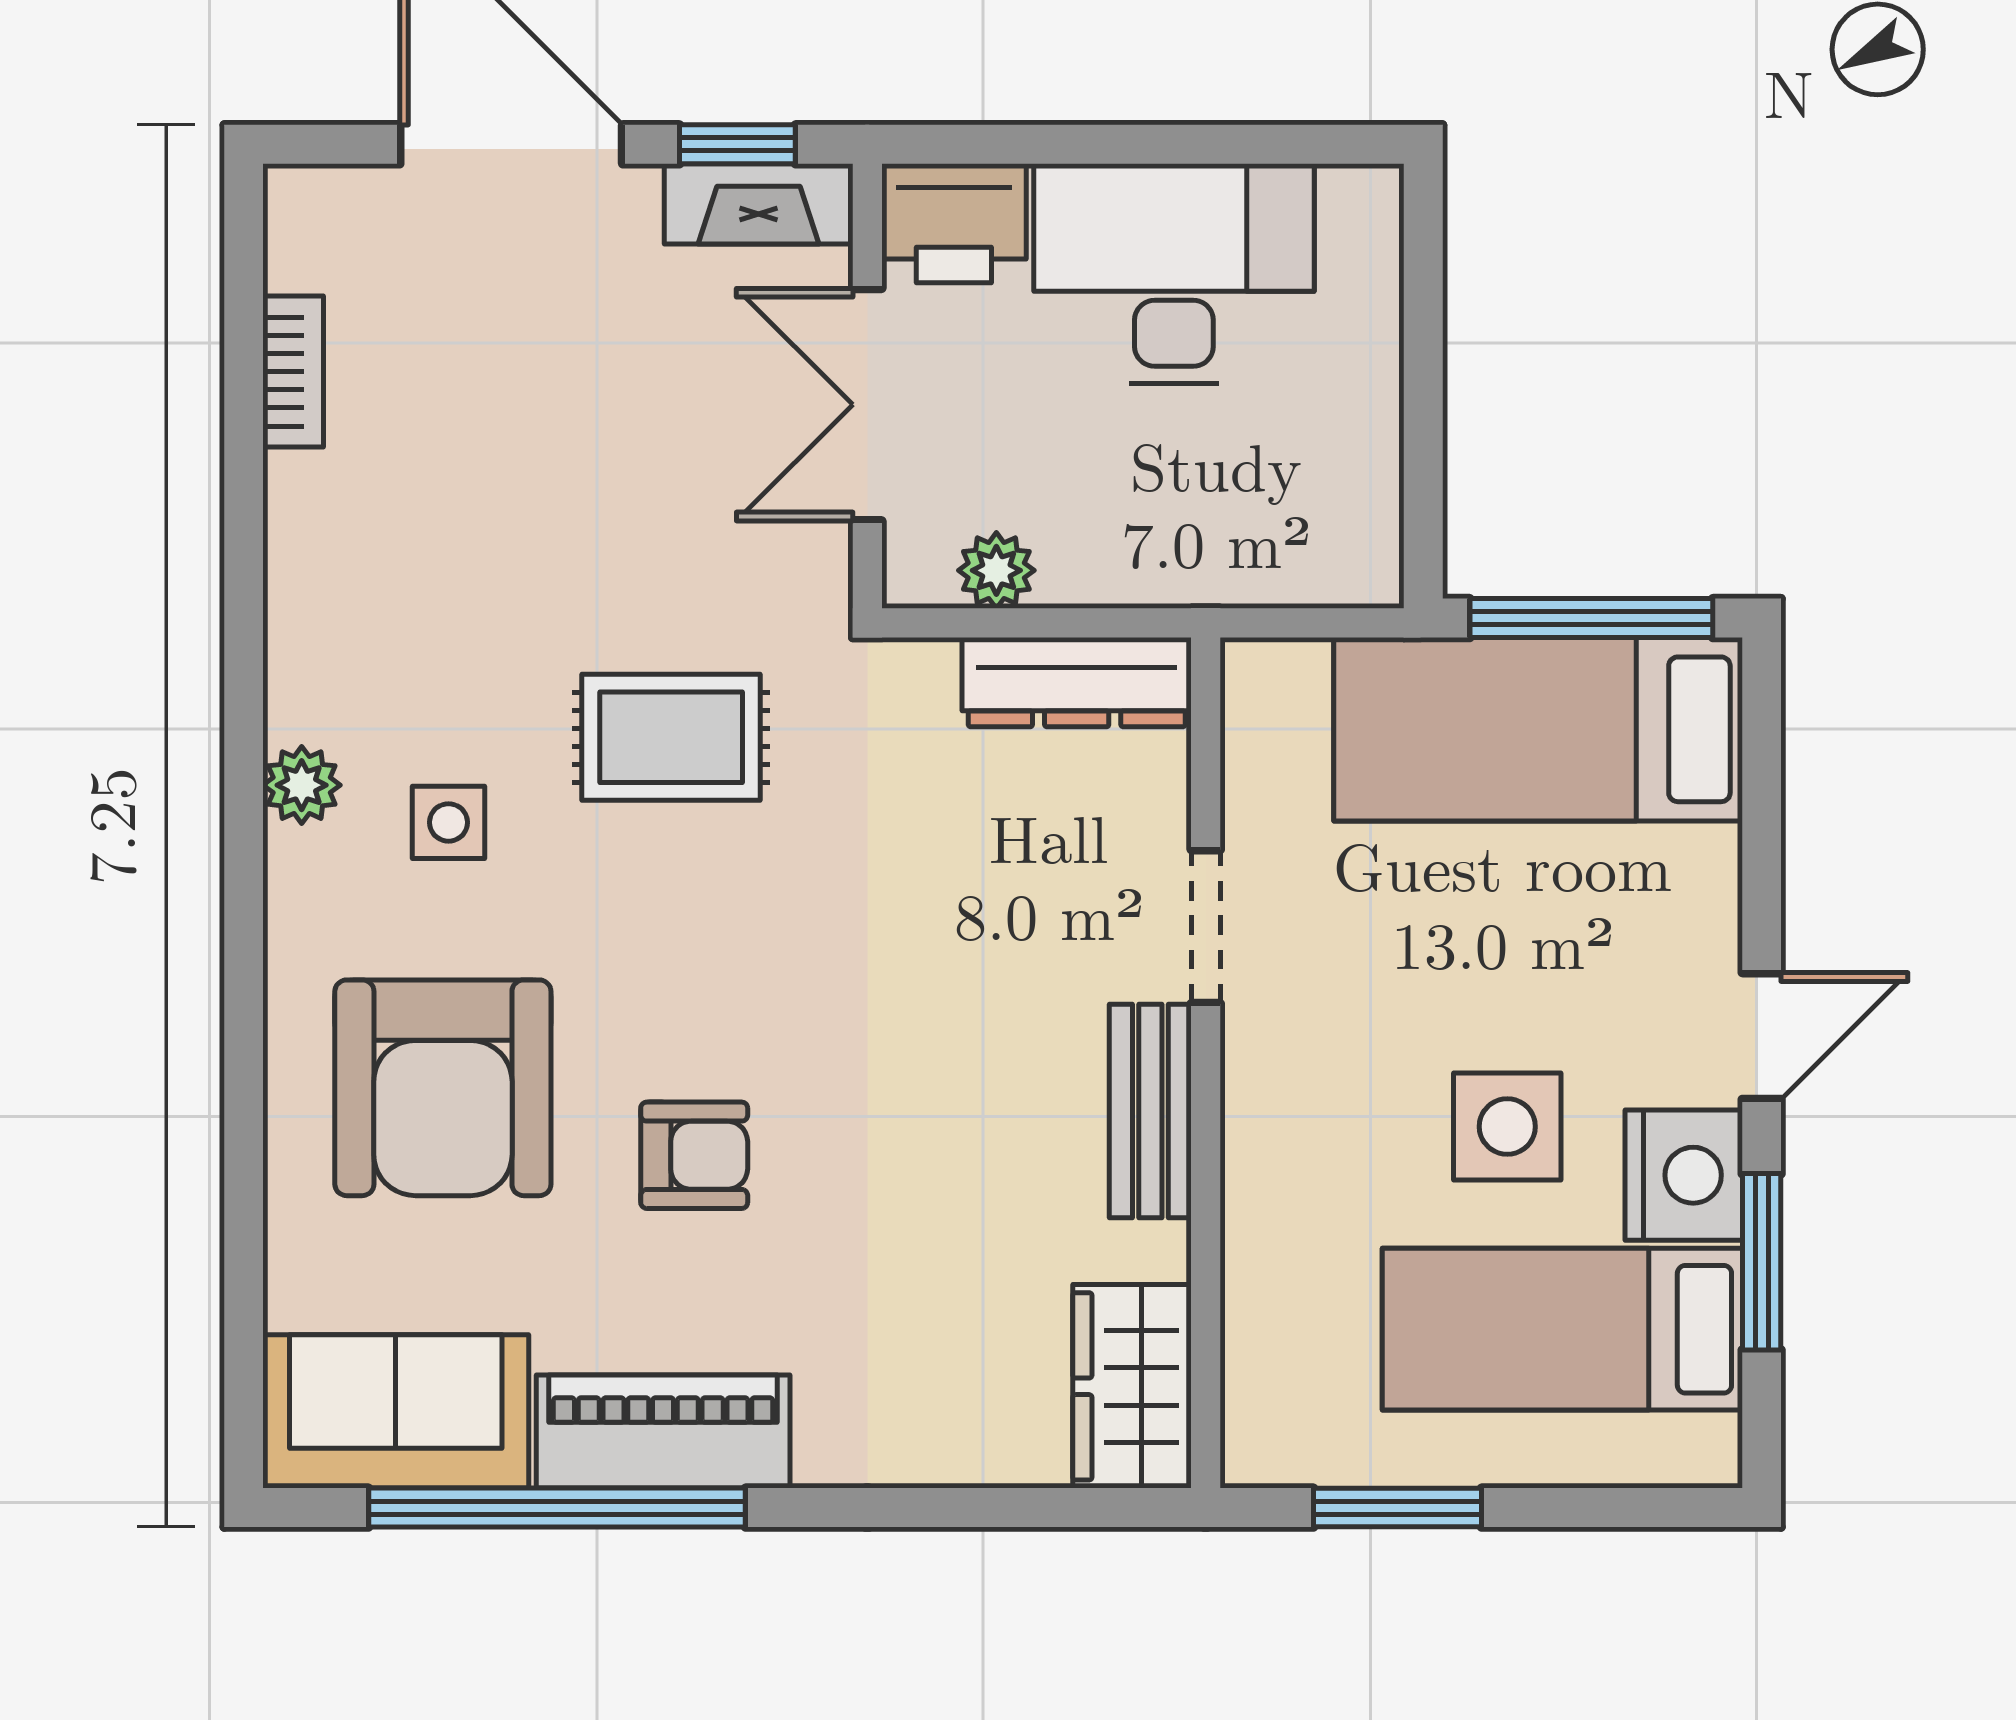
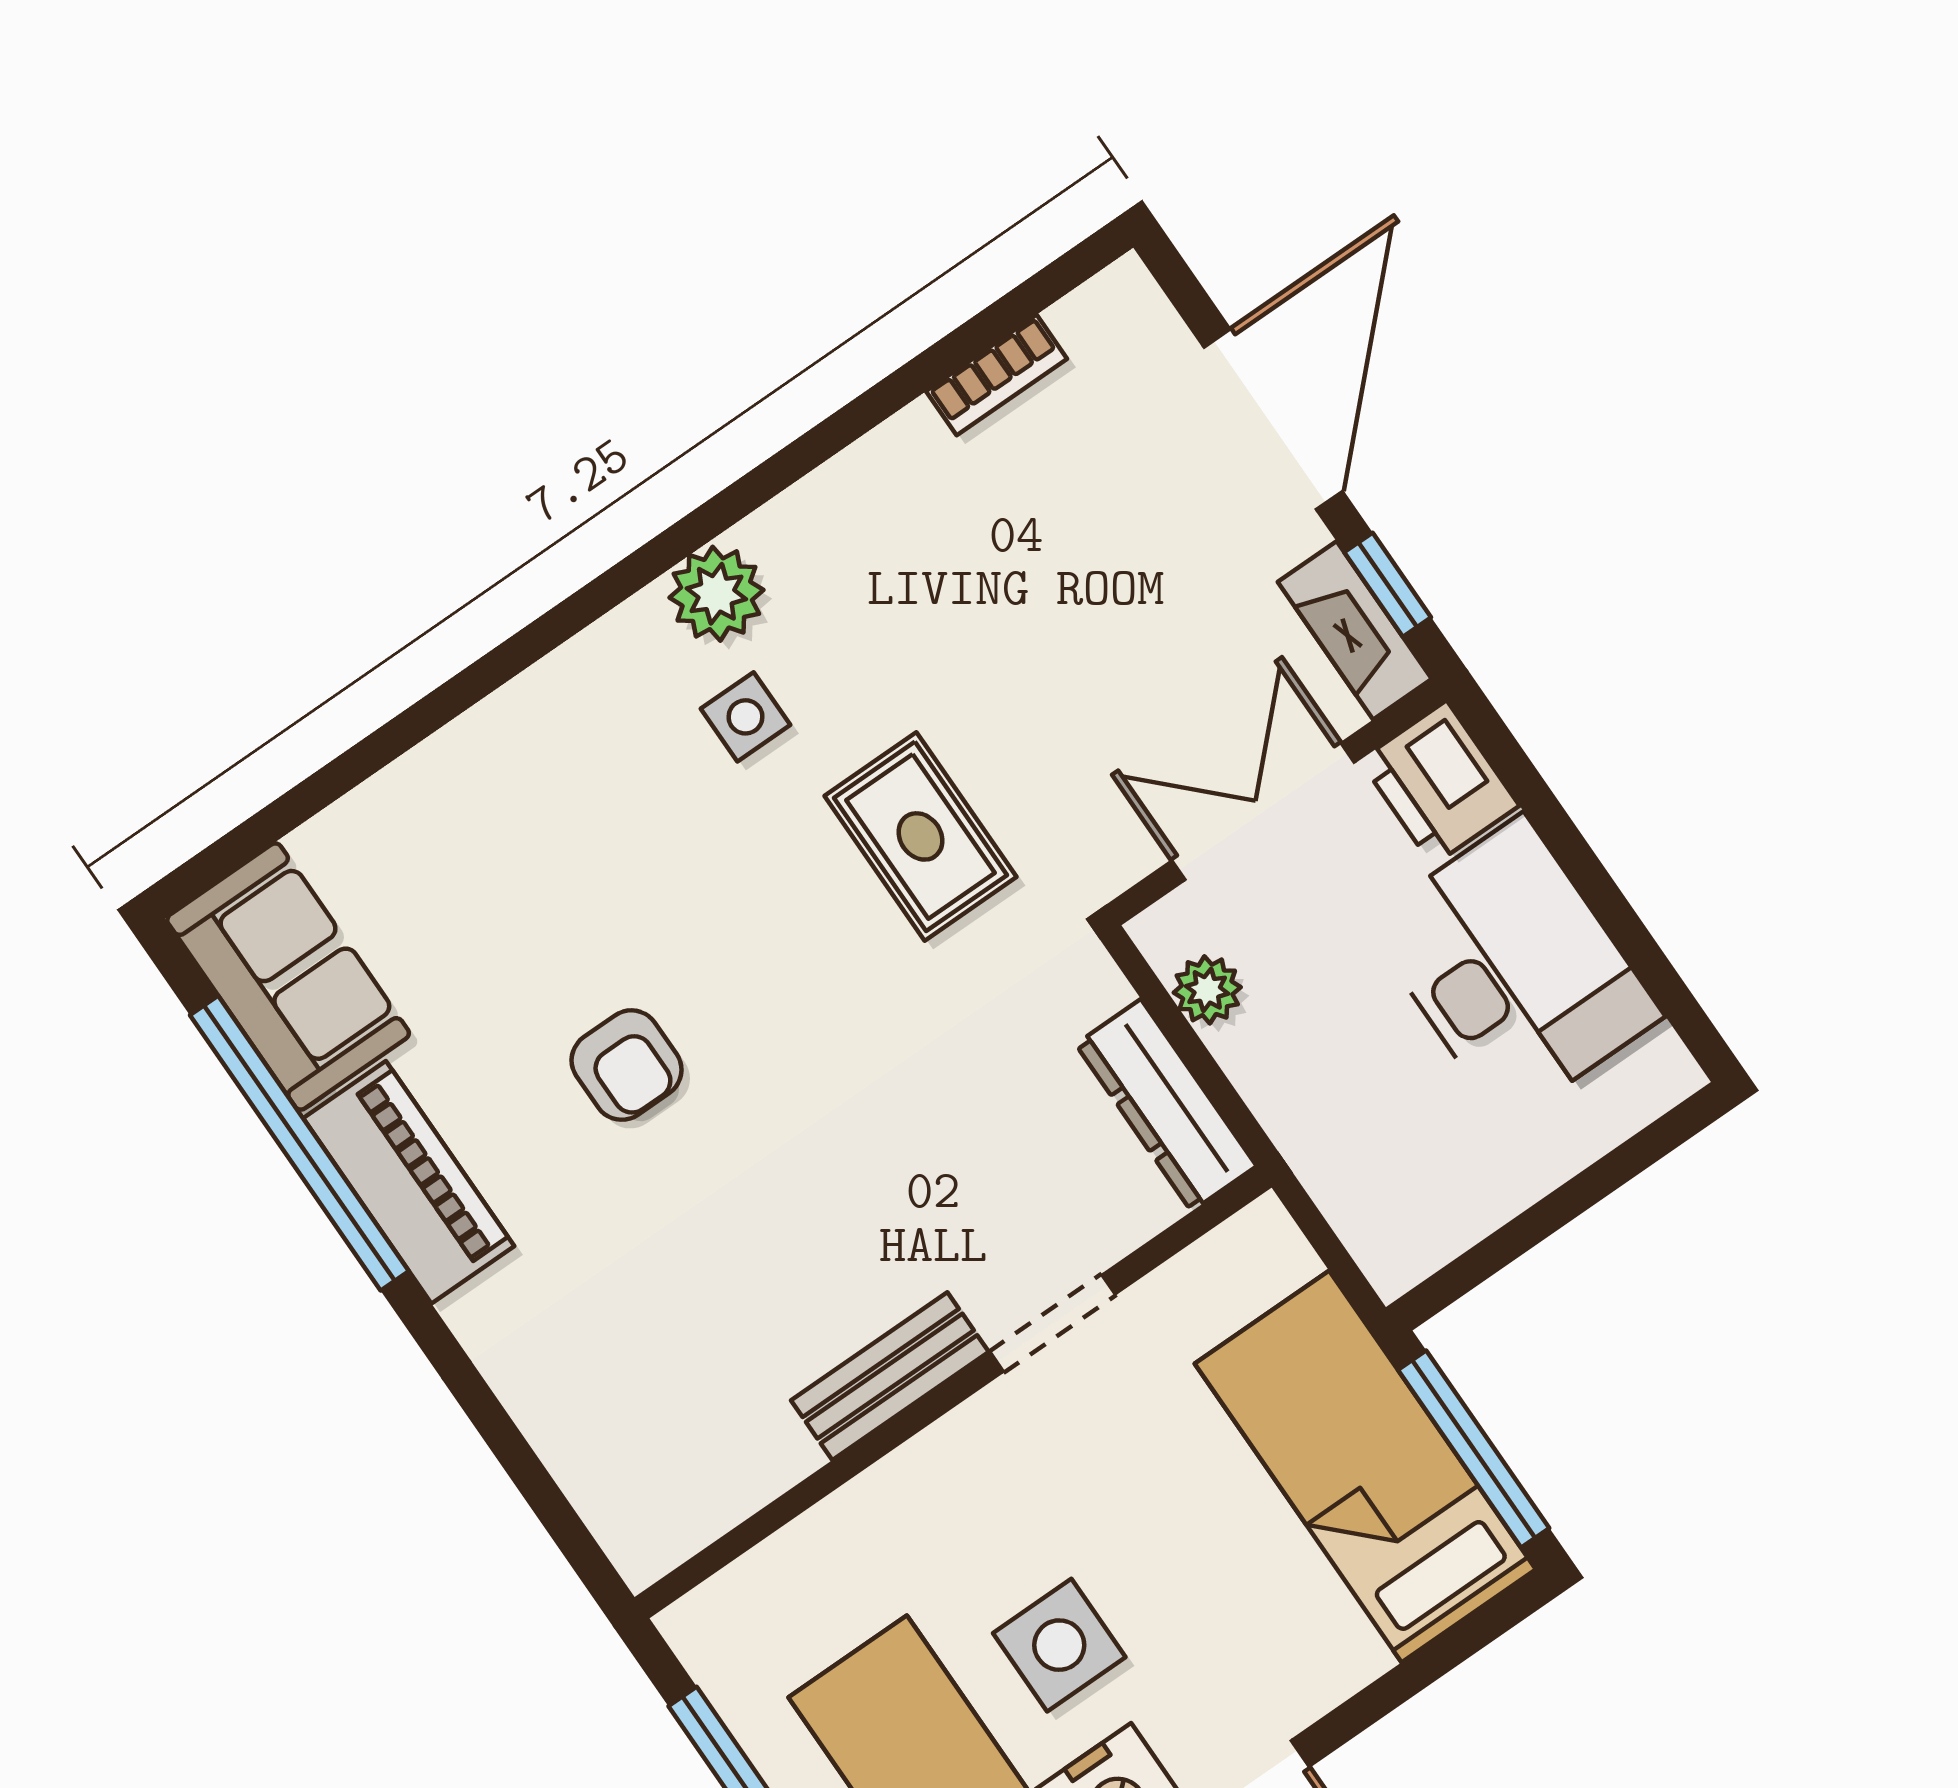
plant: (302, 785) -> (716, 594), width x1.38, depth x1.38
armchair: (443, 1088) -> (549, 847), removed
wardrobe: (1132, 1386) -> (679, 1502), removed

